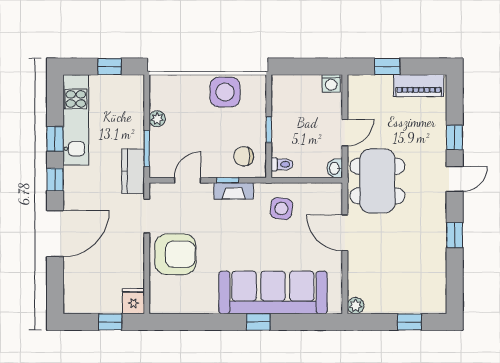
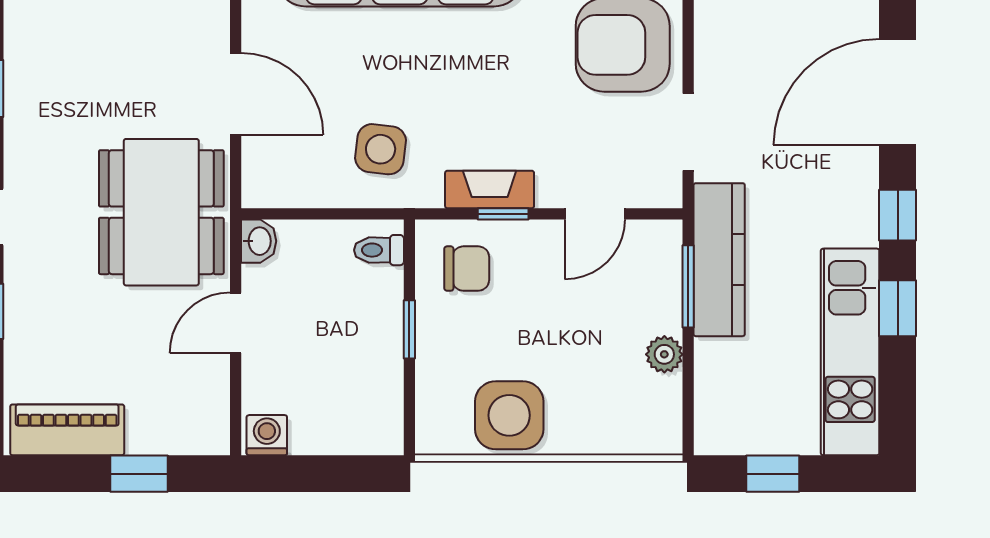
kitchen counter: (133, 171) -> (719, 260), width x1.50

